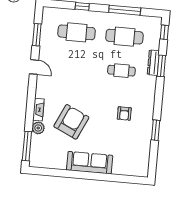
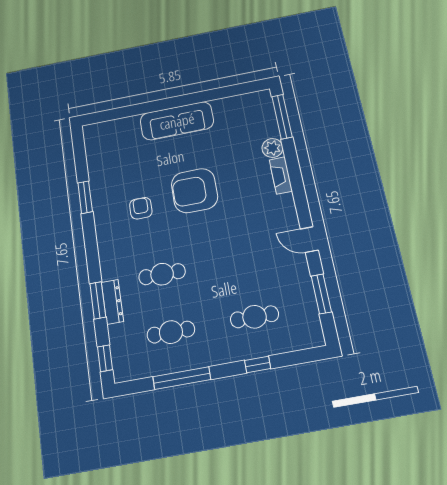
cafe table: (77, 32) -> (255, 317), width x0.73, depth x0.74
cafe table: (124, 37) -> (171, 332), width x0.73, depth x0.74
armchair: (71, 122) -> (194, 191), moved, turned 65

